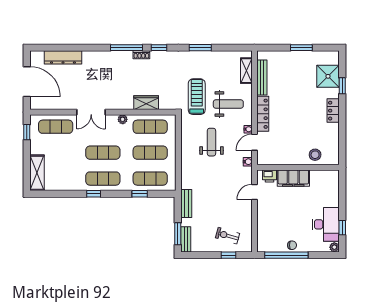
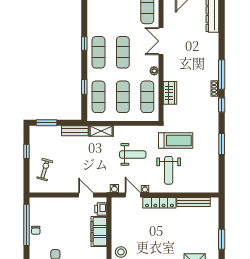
shelving: (246, 71) -> (101, 131), moved
bench: (186, 239) -> (41, 130), removed
window: (228, 255) -> (26, 151), moved

